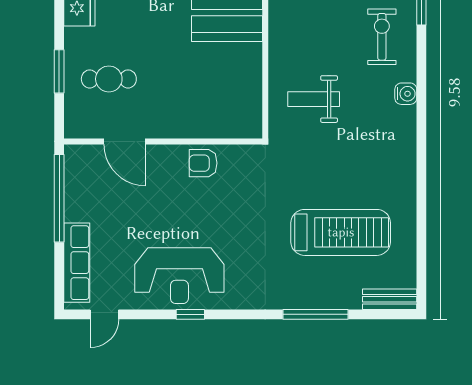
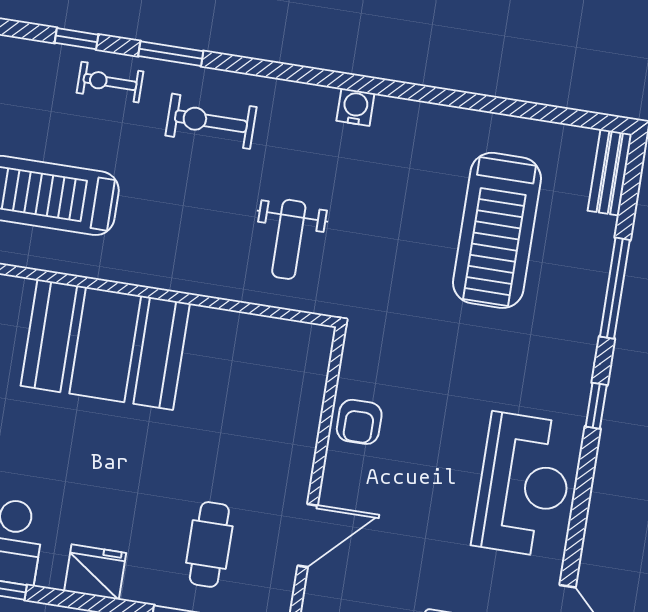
water cooler: (406, 94) -> (355, 107), moved
treadmill: (341, 232) -> (497, 230), turned 180
window: (190, 314) -> (596, 406), moved

